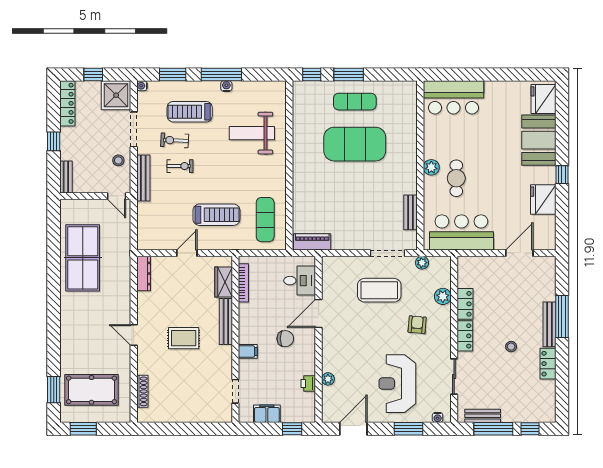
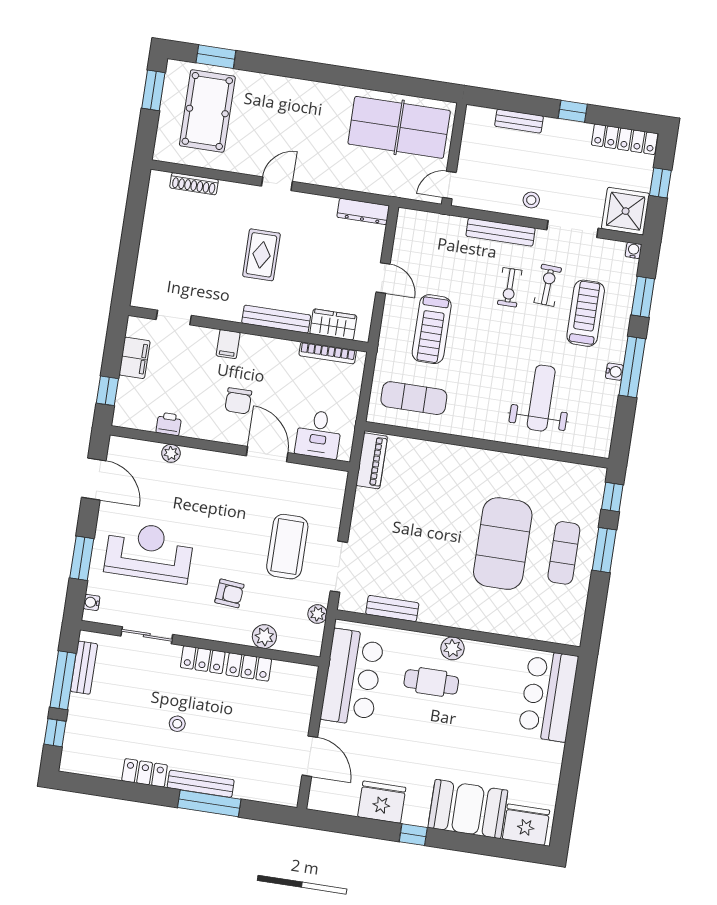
wall: (95, 196) -> (454, 154), moved
door: (117, 196) -> (449, 185), moved

